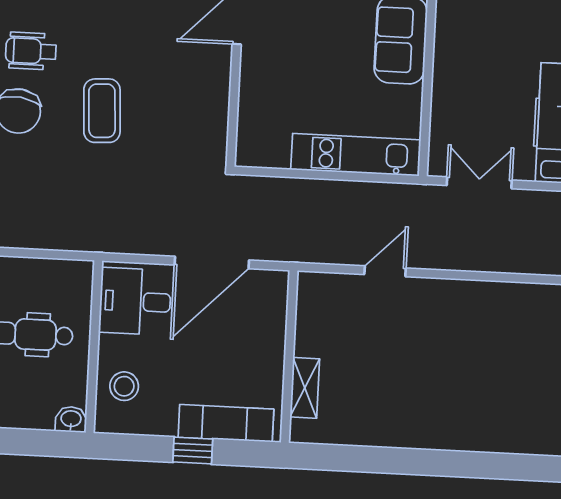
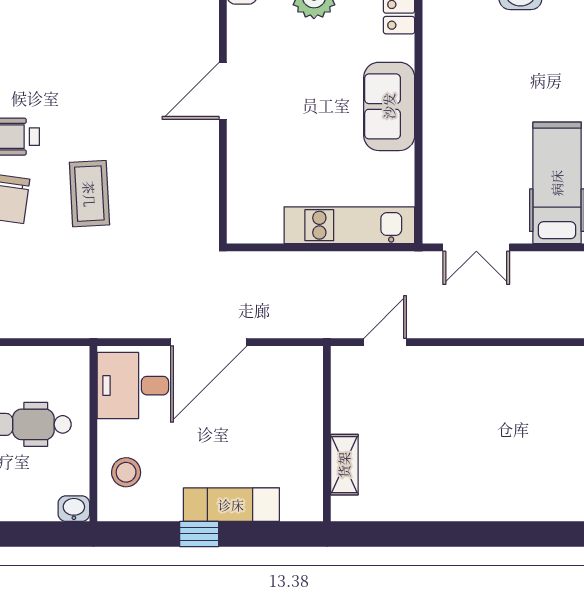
double door: (479, 183) -> (476, 247), swing flipped
wall: (289, 357) -> (327, 434), moved
shelving: (305, 388) -> (344, 465), moved

